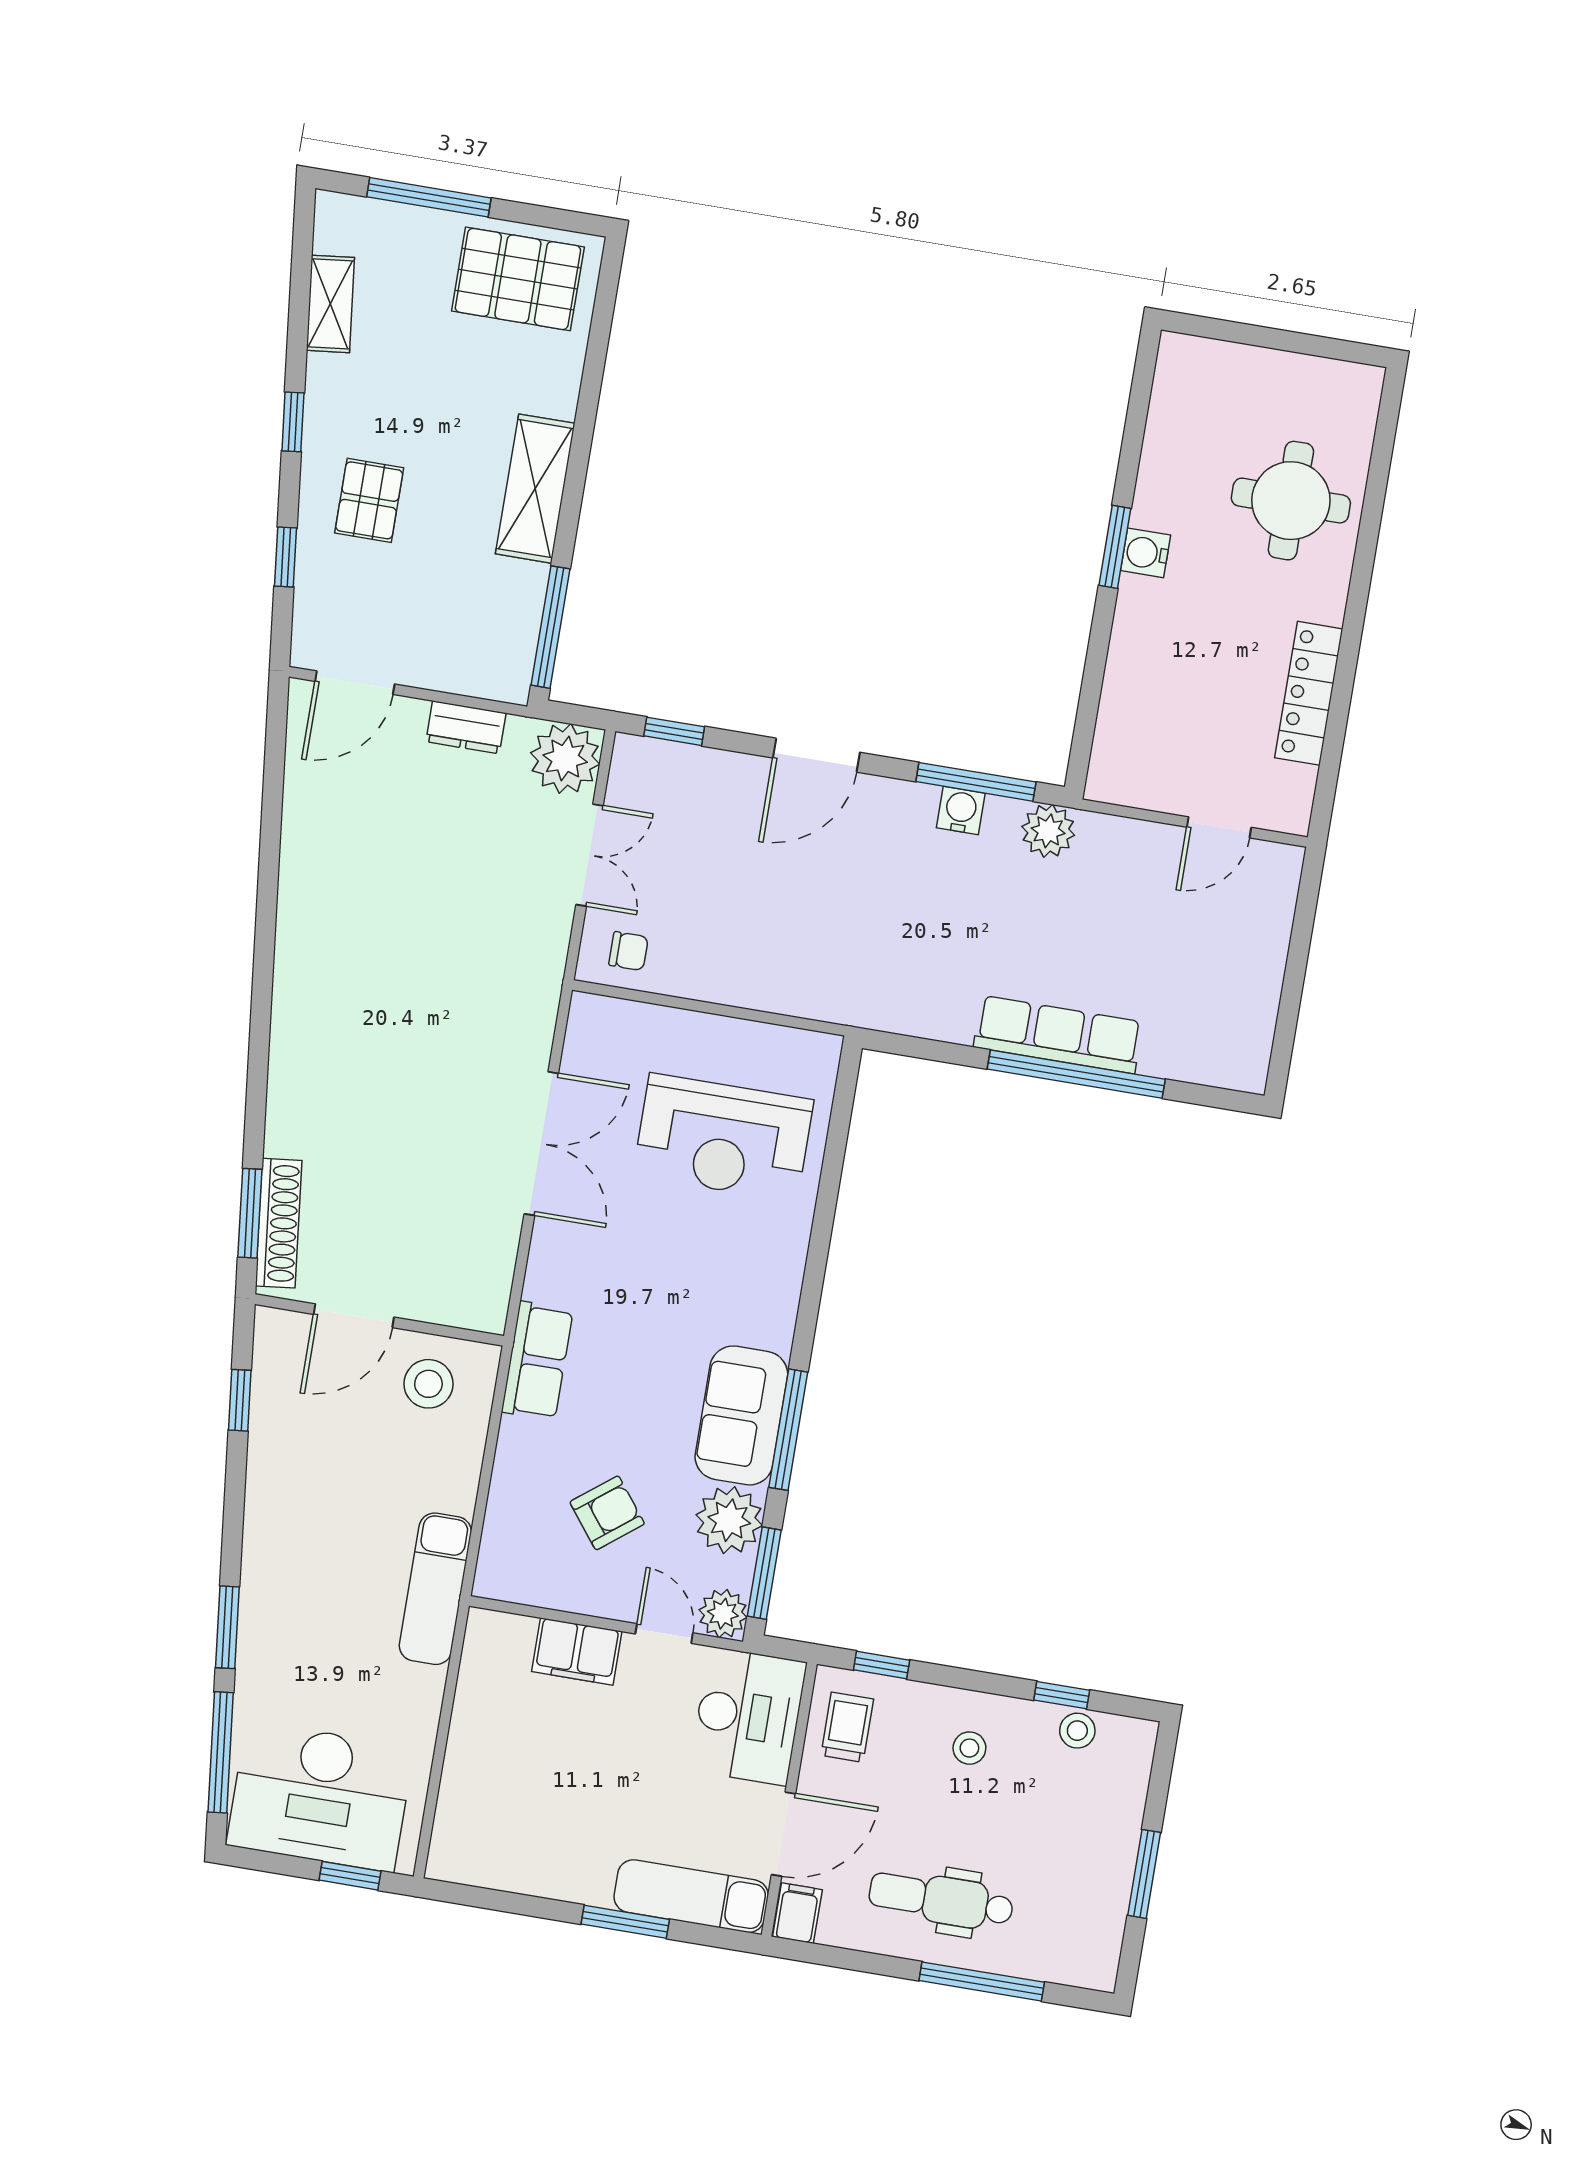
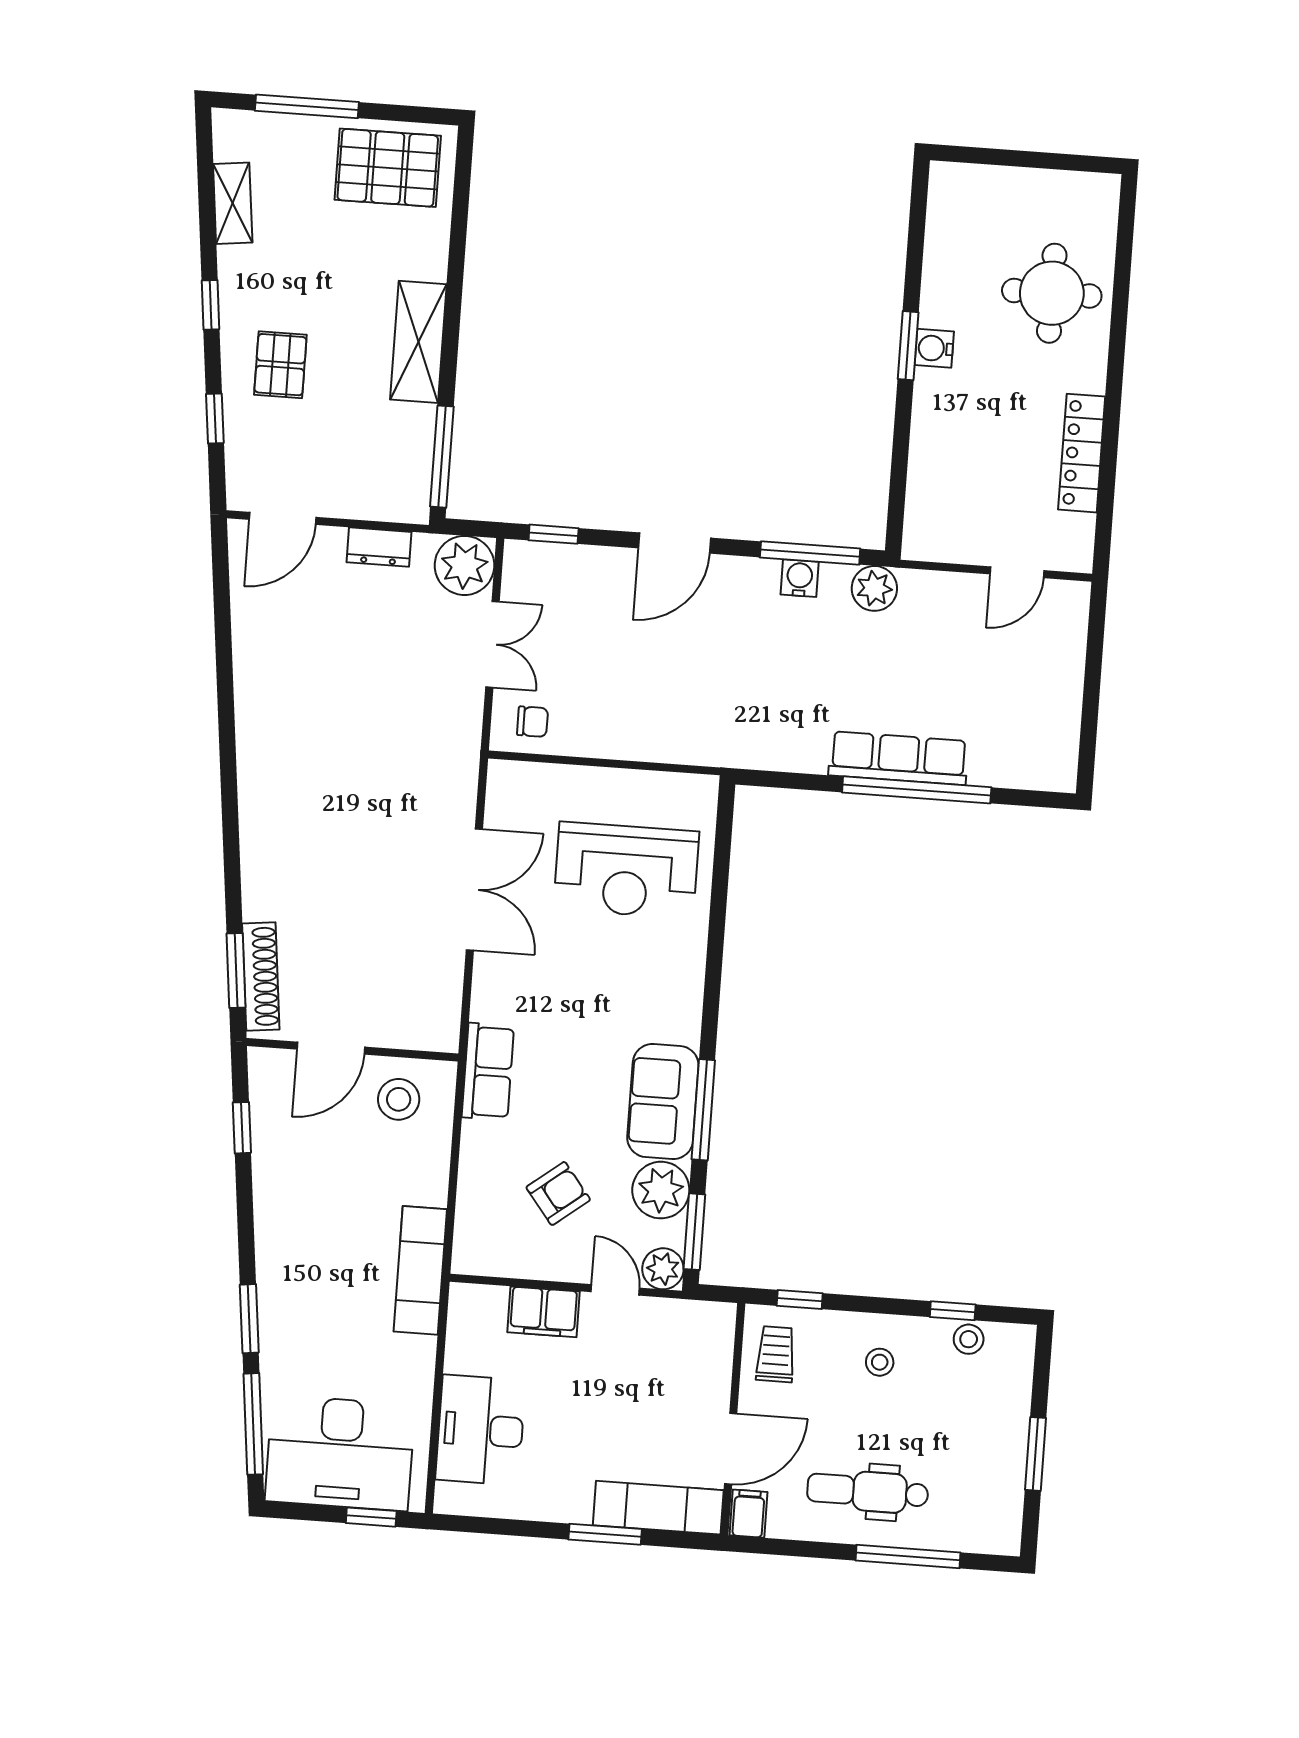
desk: (748, 1716) -> (481, 1430), moved, turned 180

